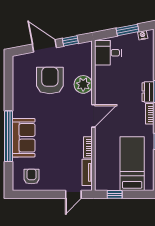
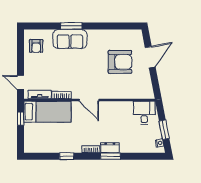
window: (70, 41) -> (155, 80), removed
plant: (83, 84) -> (117, 91), removed
window: (9, 136) -> (71, 26), width x0.47
bed: (132, 164) -> (47, 112), moved
armchair: (32, 177) -> (36, 46), turned 90

